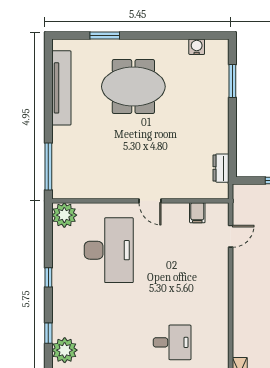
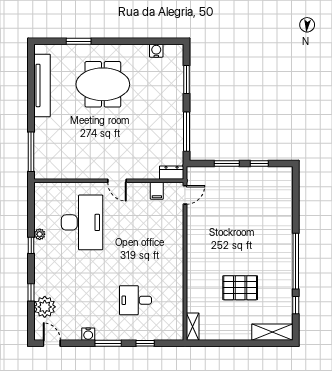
window: (232, 143) -> (186, 132), added
dresser: (221, 168) -> (172, 173), moved, turned 90
plant: (64, 215) -> (40, 234), moved, width x0.53, depth x0.53
door: (231, 236) -> (185, 195), moved
desk: (172, 342) -> (136, 300), turned 180

